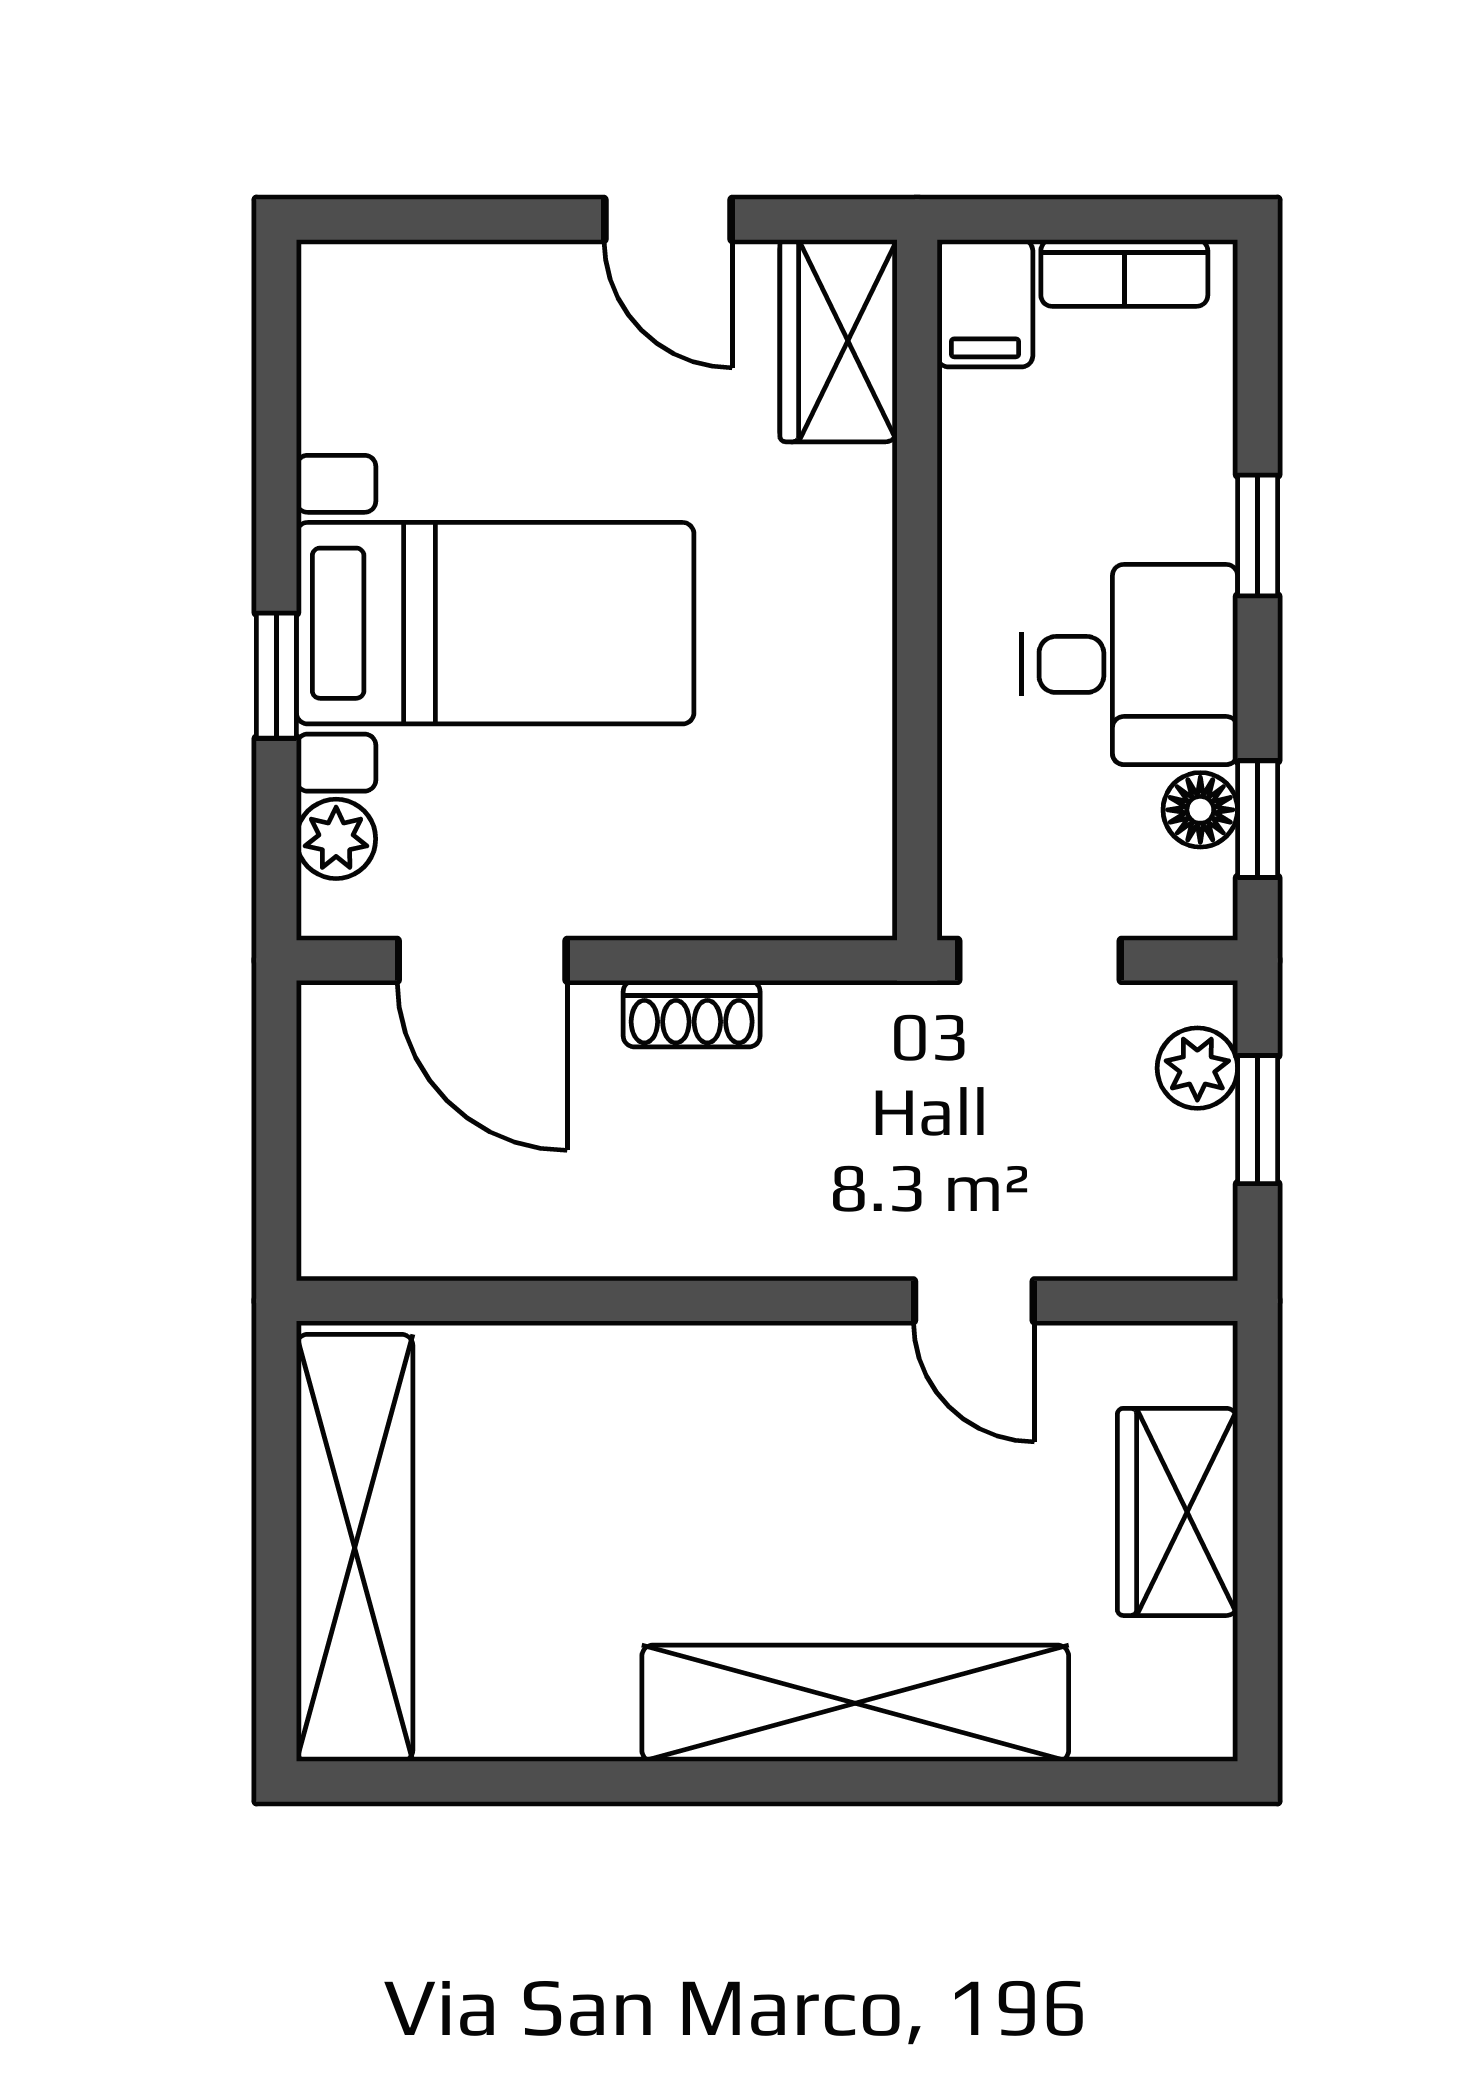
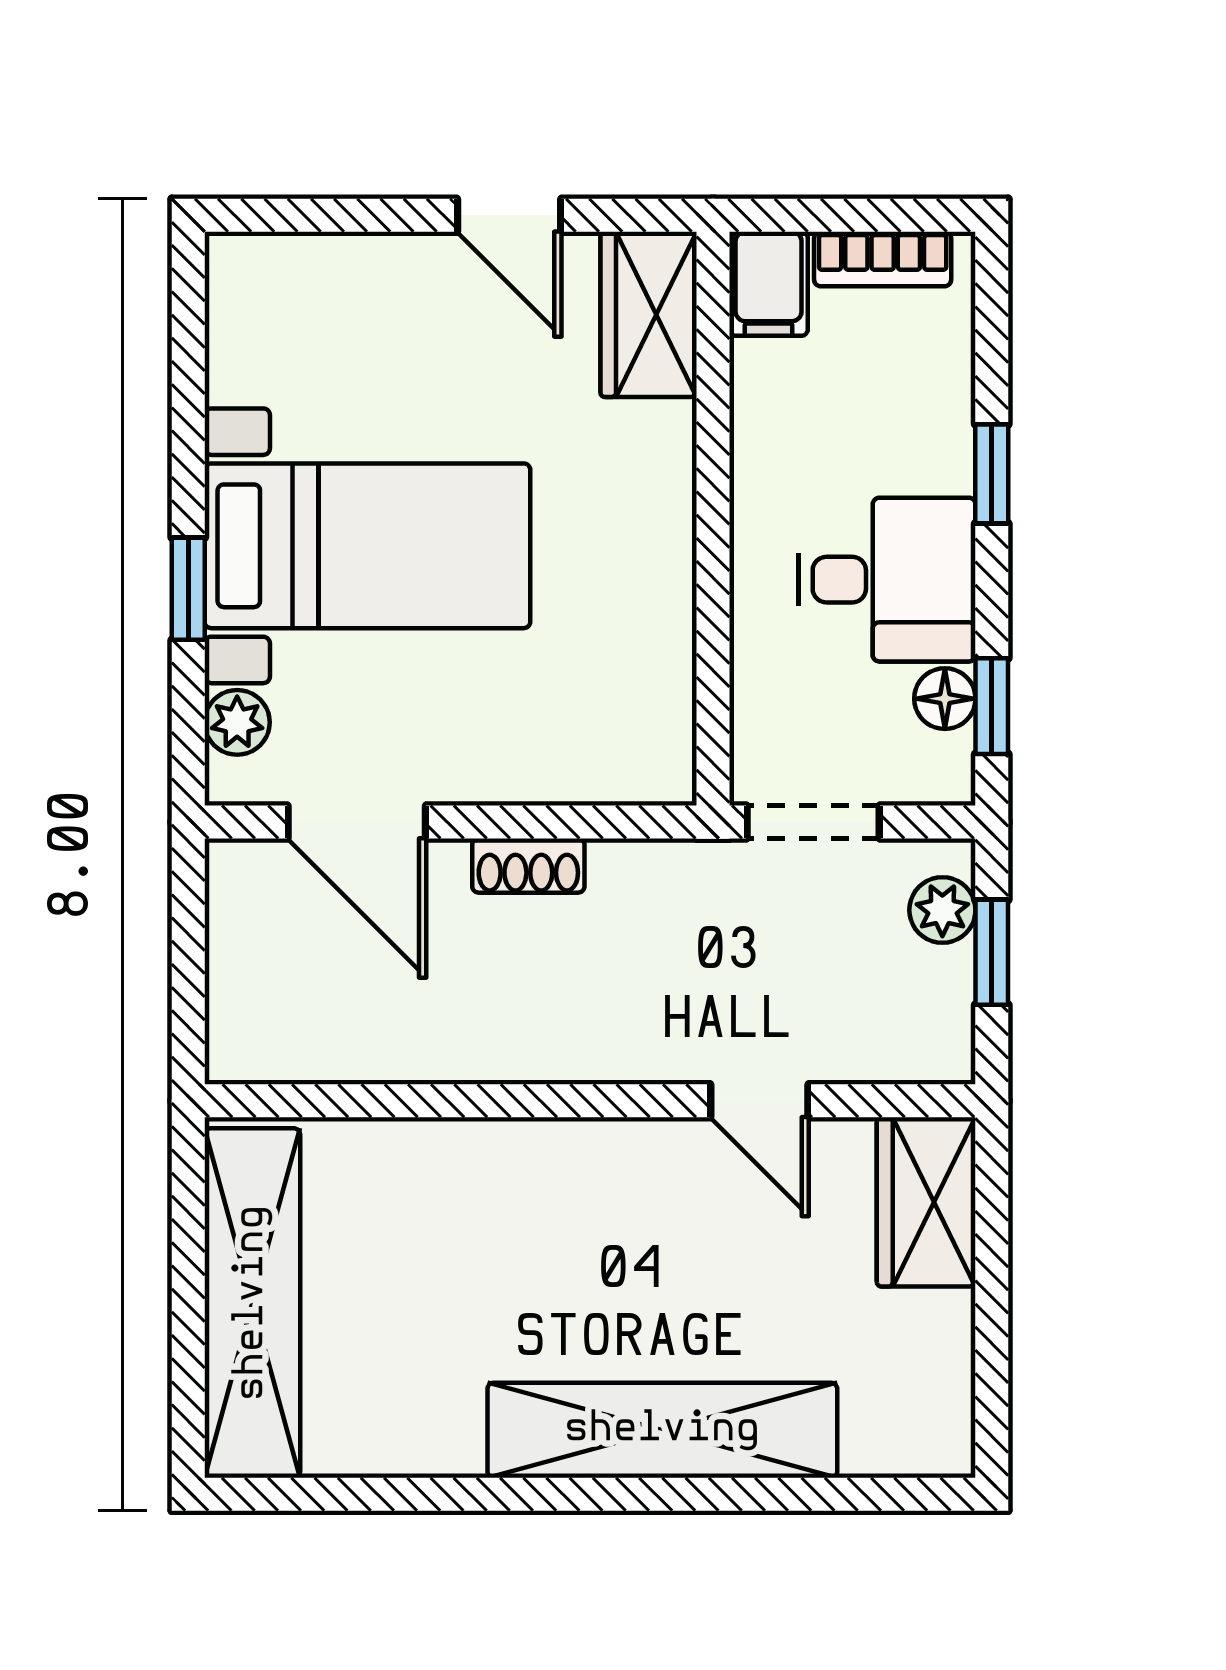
wardrobe: (1177, 1512) -> (926, 1202), moved

